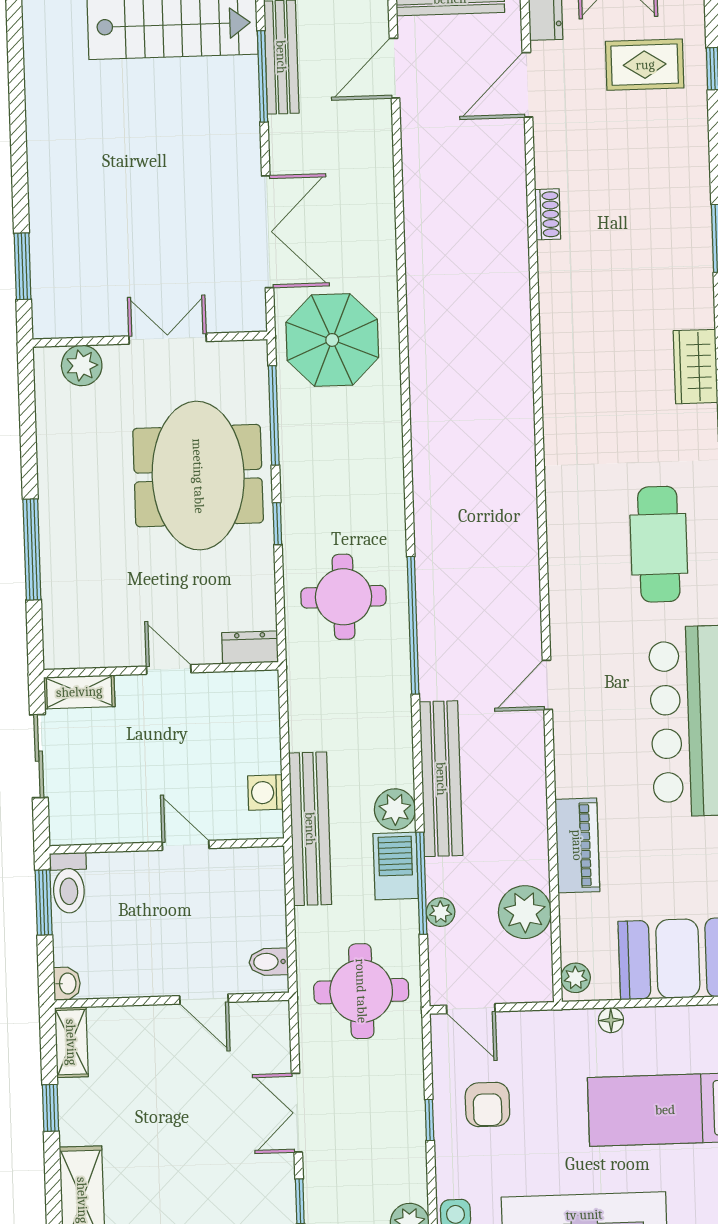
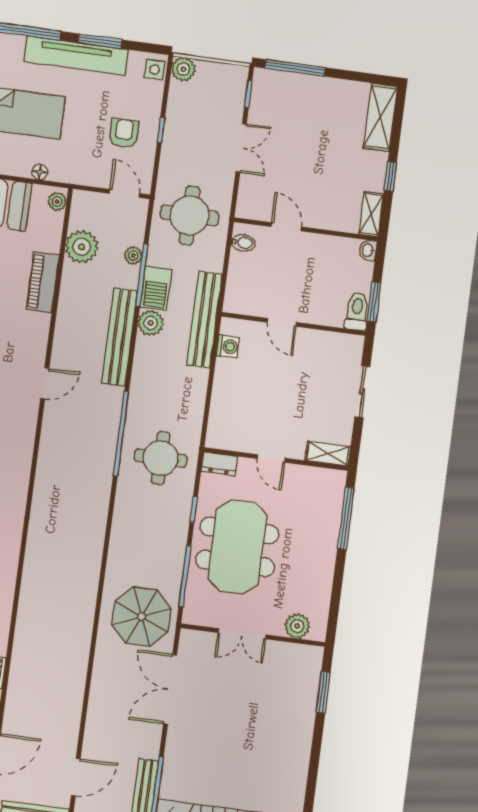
dresser: (250, 647) -> (219, 464), moved
door: (169, 669) -> (271, 458), moved
wall: (161, 670) -> (276, 459), moved
shelving: (79, 692) -> (328, 454), moved

